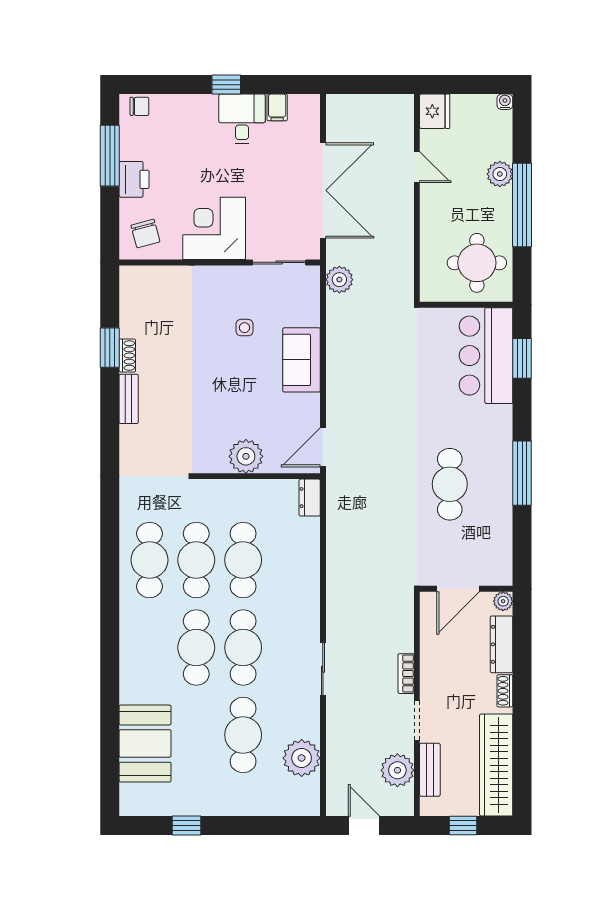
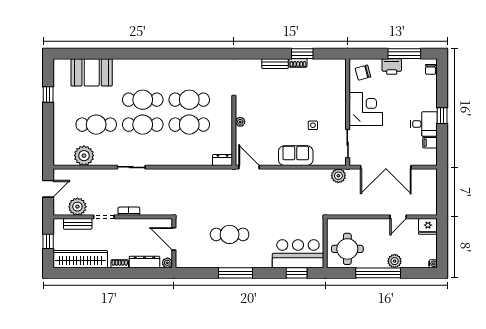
plant: (246, 456) -> (240, 122), width x0.53, depth x0.53
cafe table: (150, 560) -> (189, 75), removed

